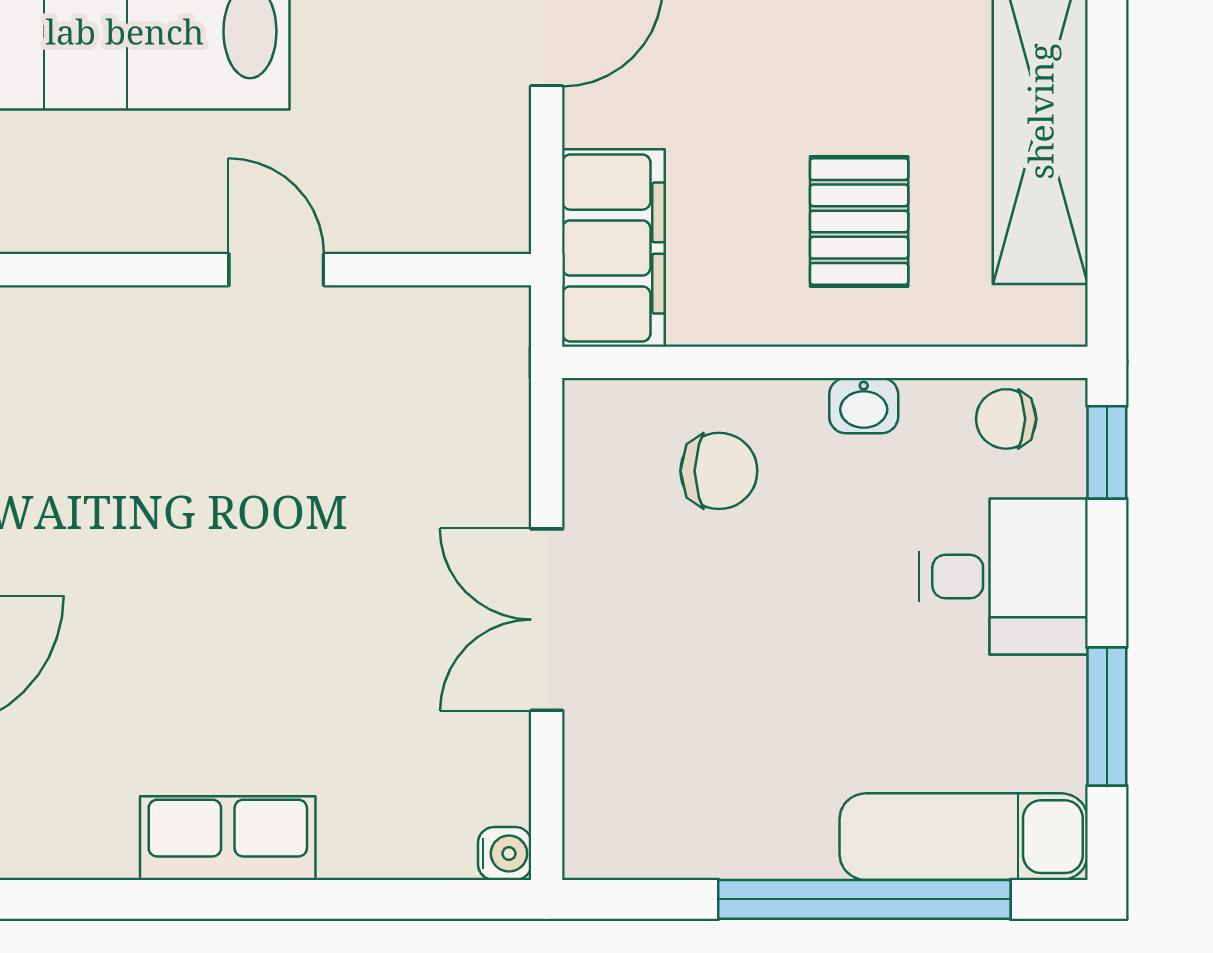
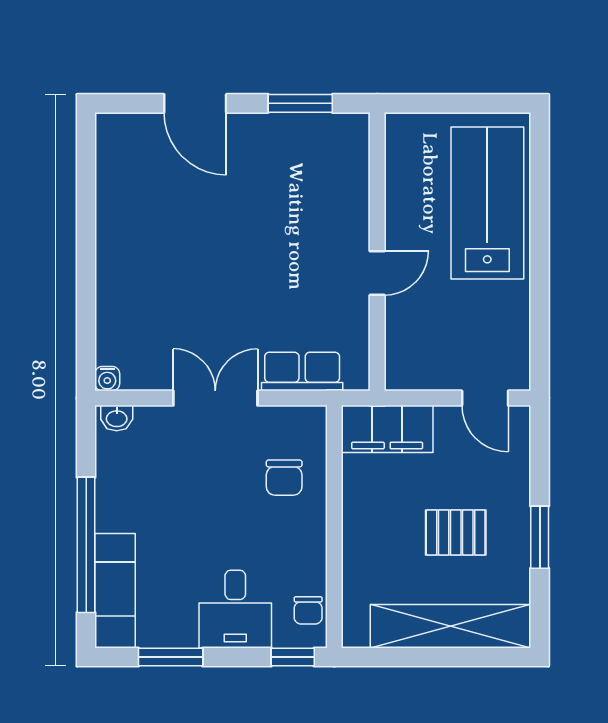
pallet: (859, 222) -> (456, 532), moved
washbasin: (864, 406) -> (117, 418), moved, turned -90
chair: (1006, 419) -> (308, 610), turned 180
row of seats: (228, 838) -> (302, 372), moved, turned -90

